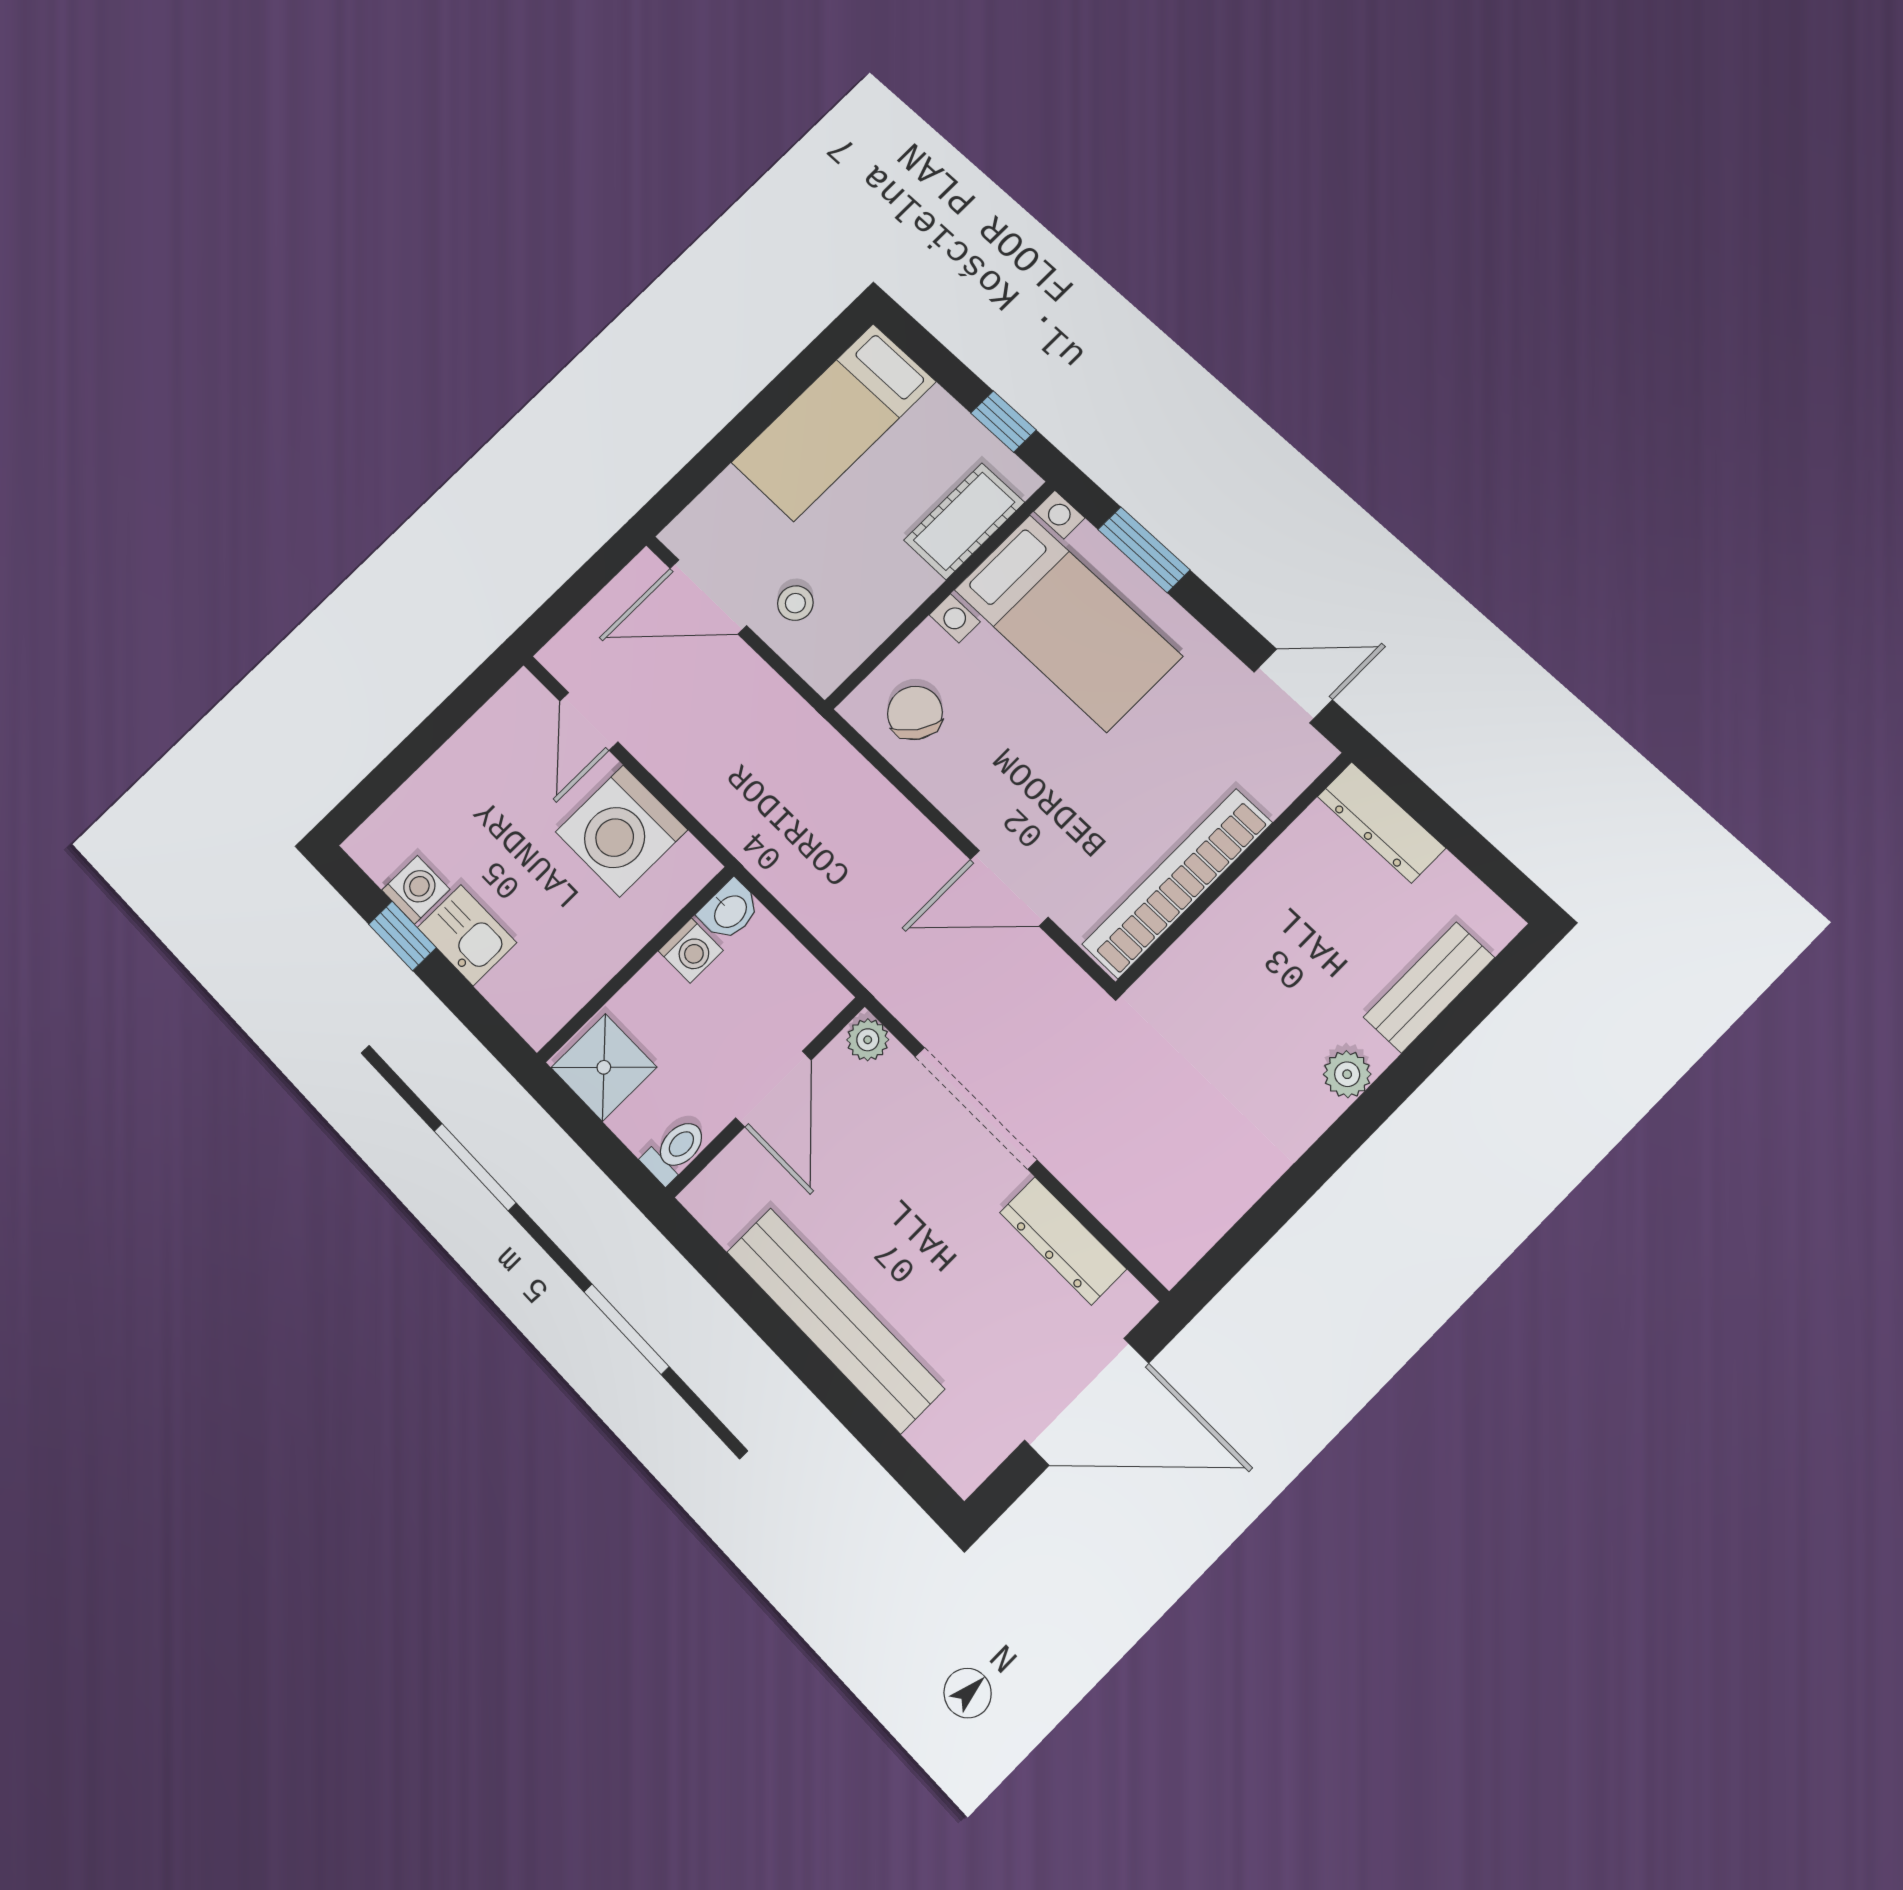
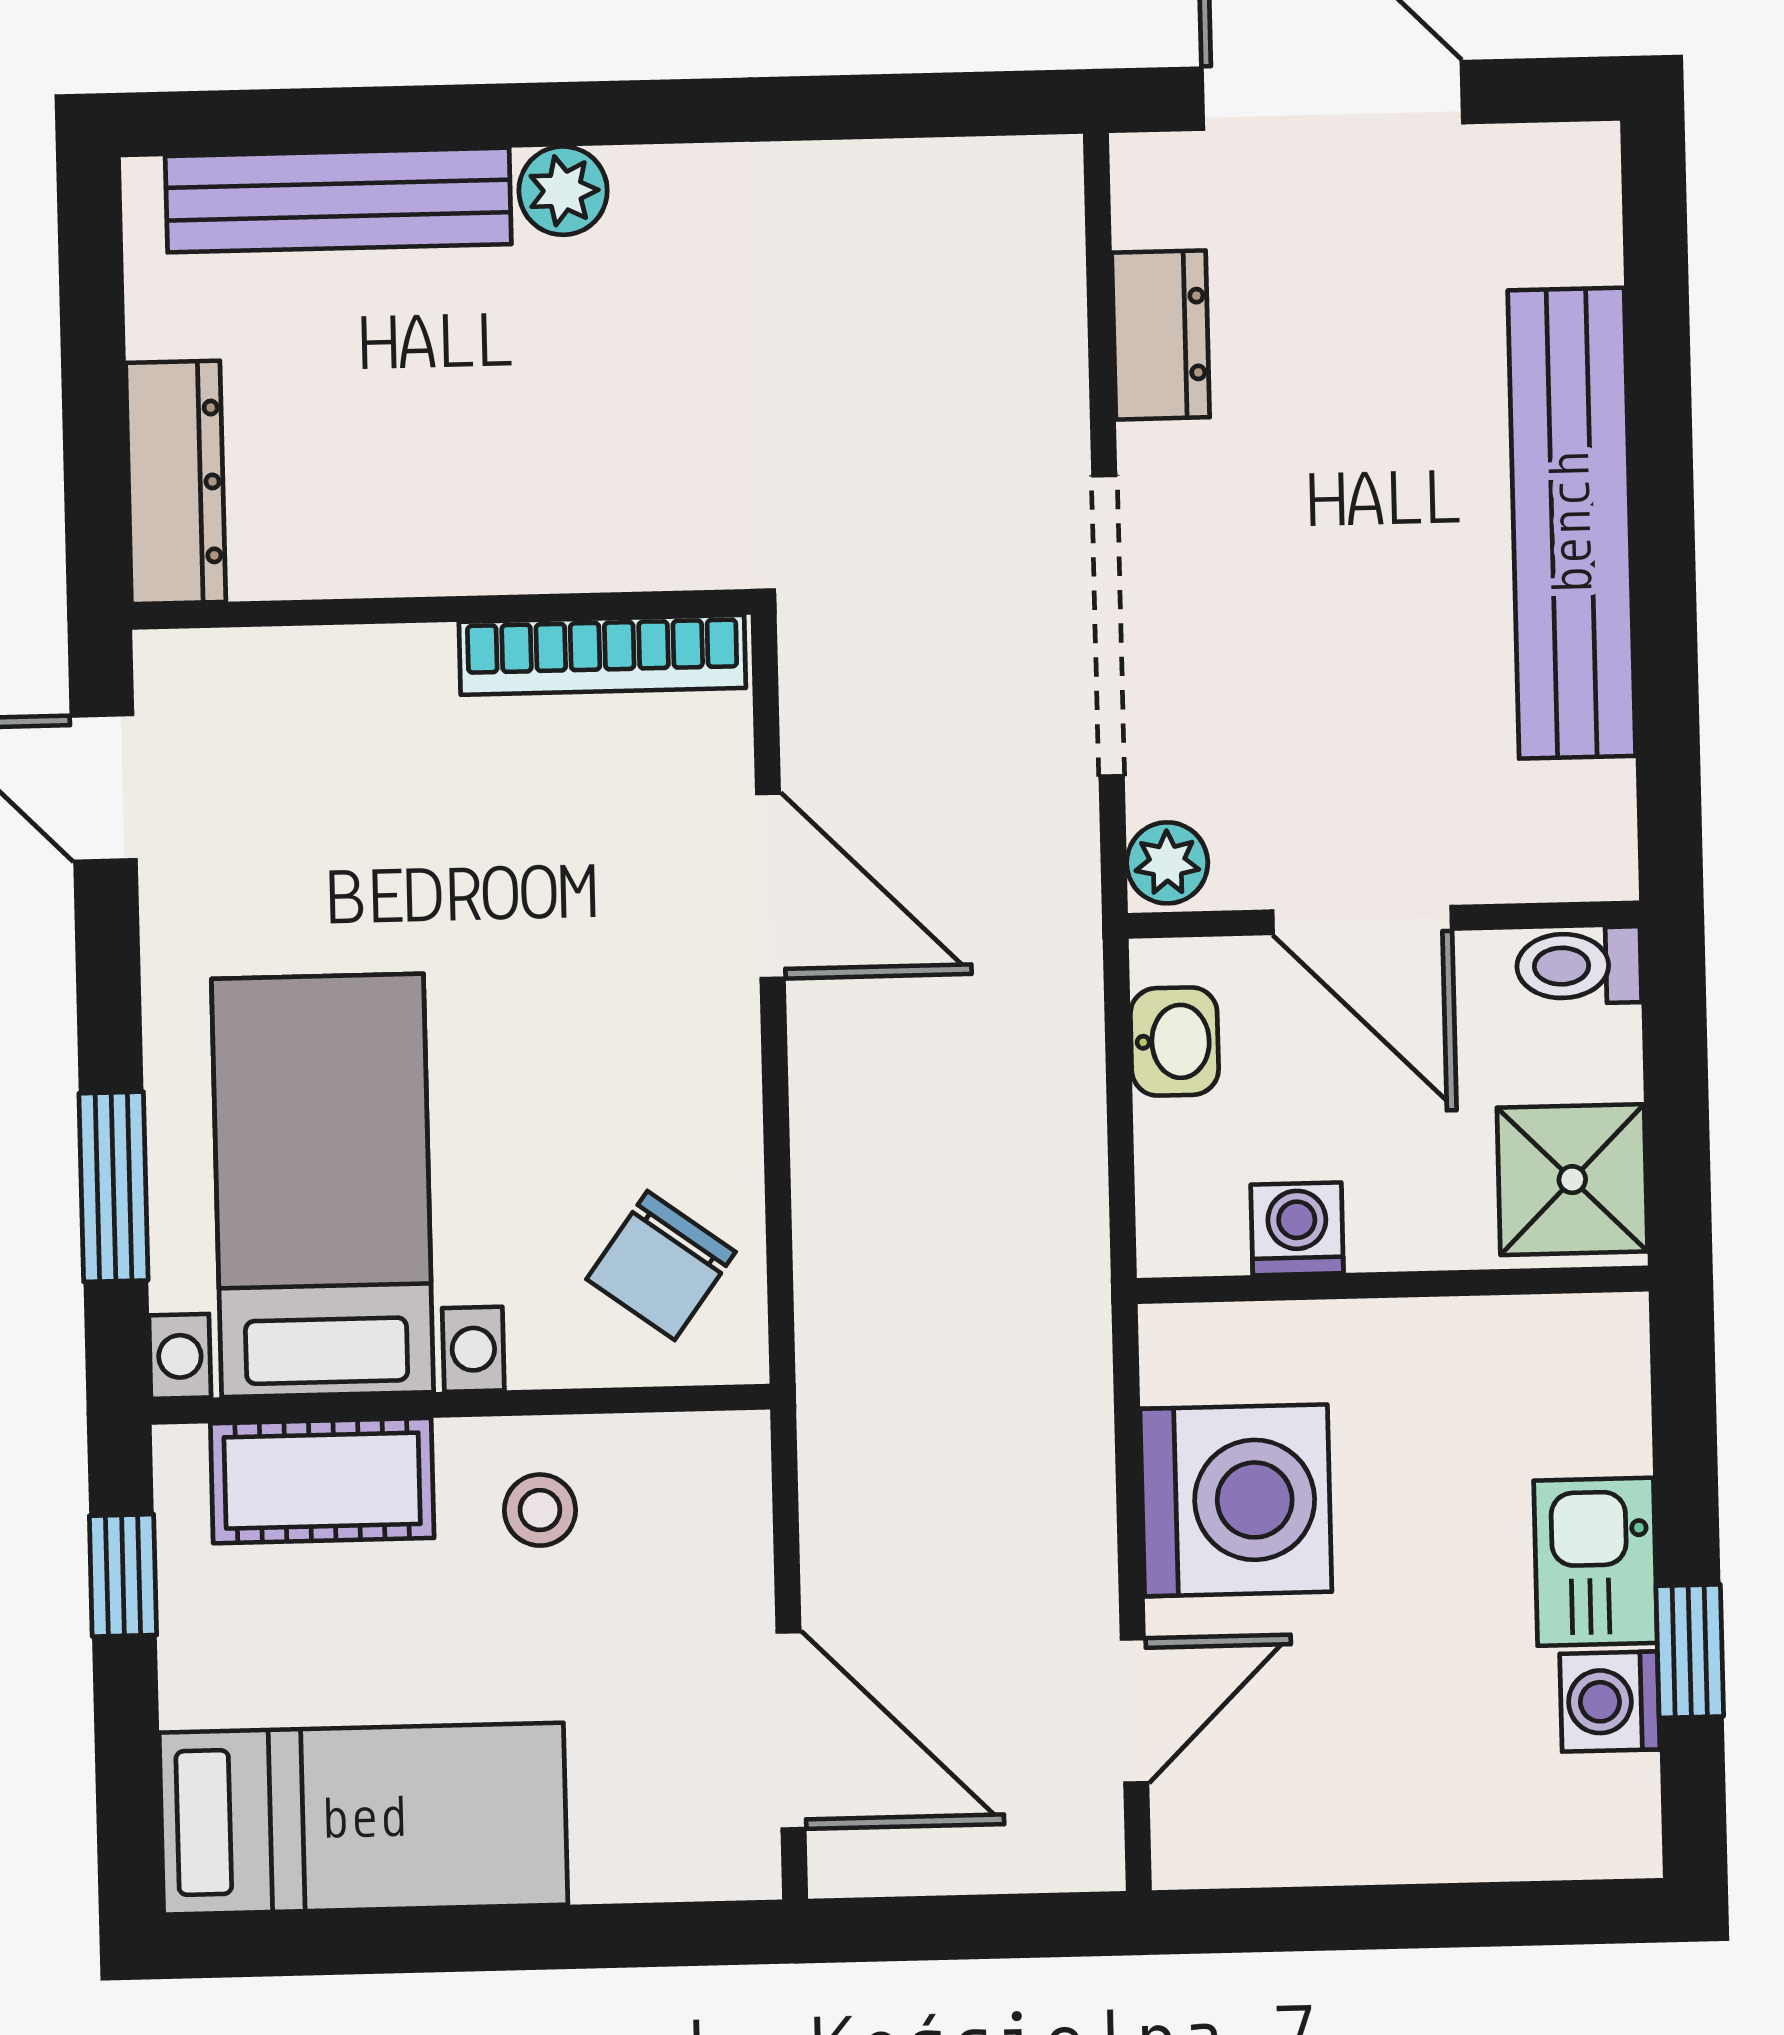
stool: (795, 603) -> (540, 1510), moved
bookcase: (1177, 883) -> (602, 655), width x0.68, depth x0.76
washbasin: (730, 911) -> (1174, 1041), moved, turned 90
bench: (1429, 987) -> (338, 200), width x1.36
door: (773, 1089) -> (1362, 920), swing flipped
dresser: (1063, 1241) -> (1161, 335), width x0.70

